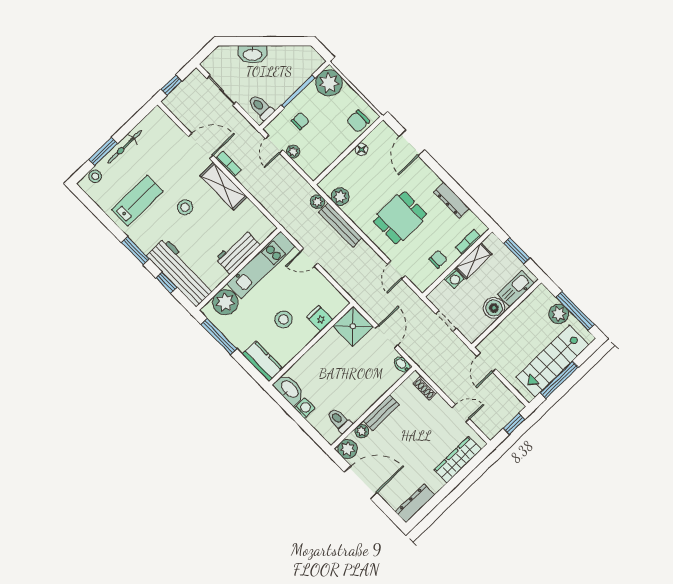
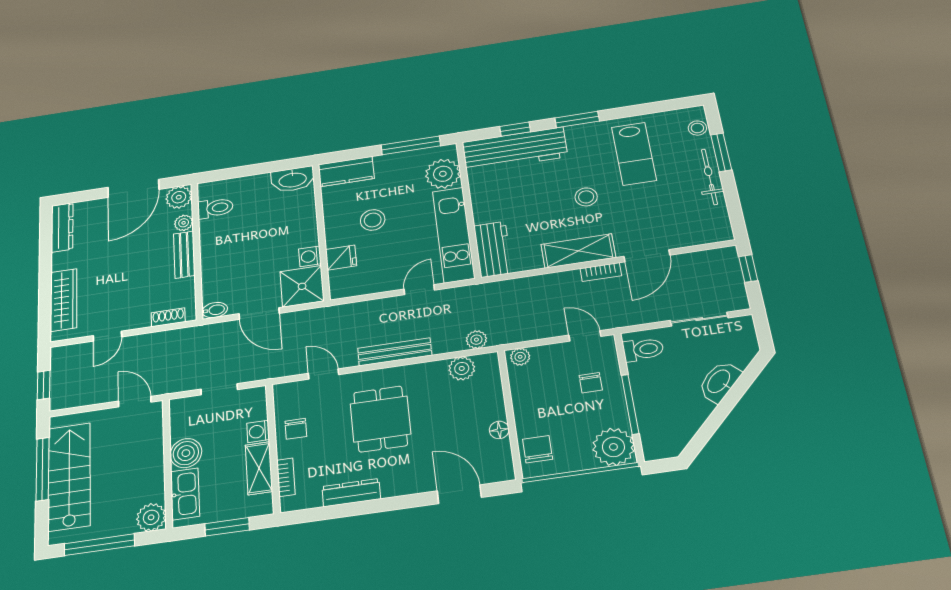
plant: (293, 152) -> (520, 357), moved
bench: (340, 225) -> (395, 352), moved
workbench: (238, 252) -> (493, 249), moved
plant: (559, 314) -> (151, 517), moved
washing machine: (305, 408) -> (310, 256), moved, turned 90

